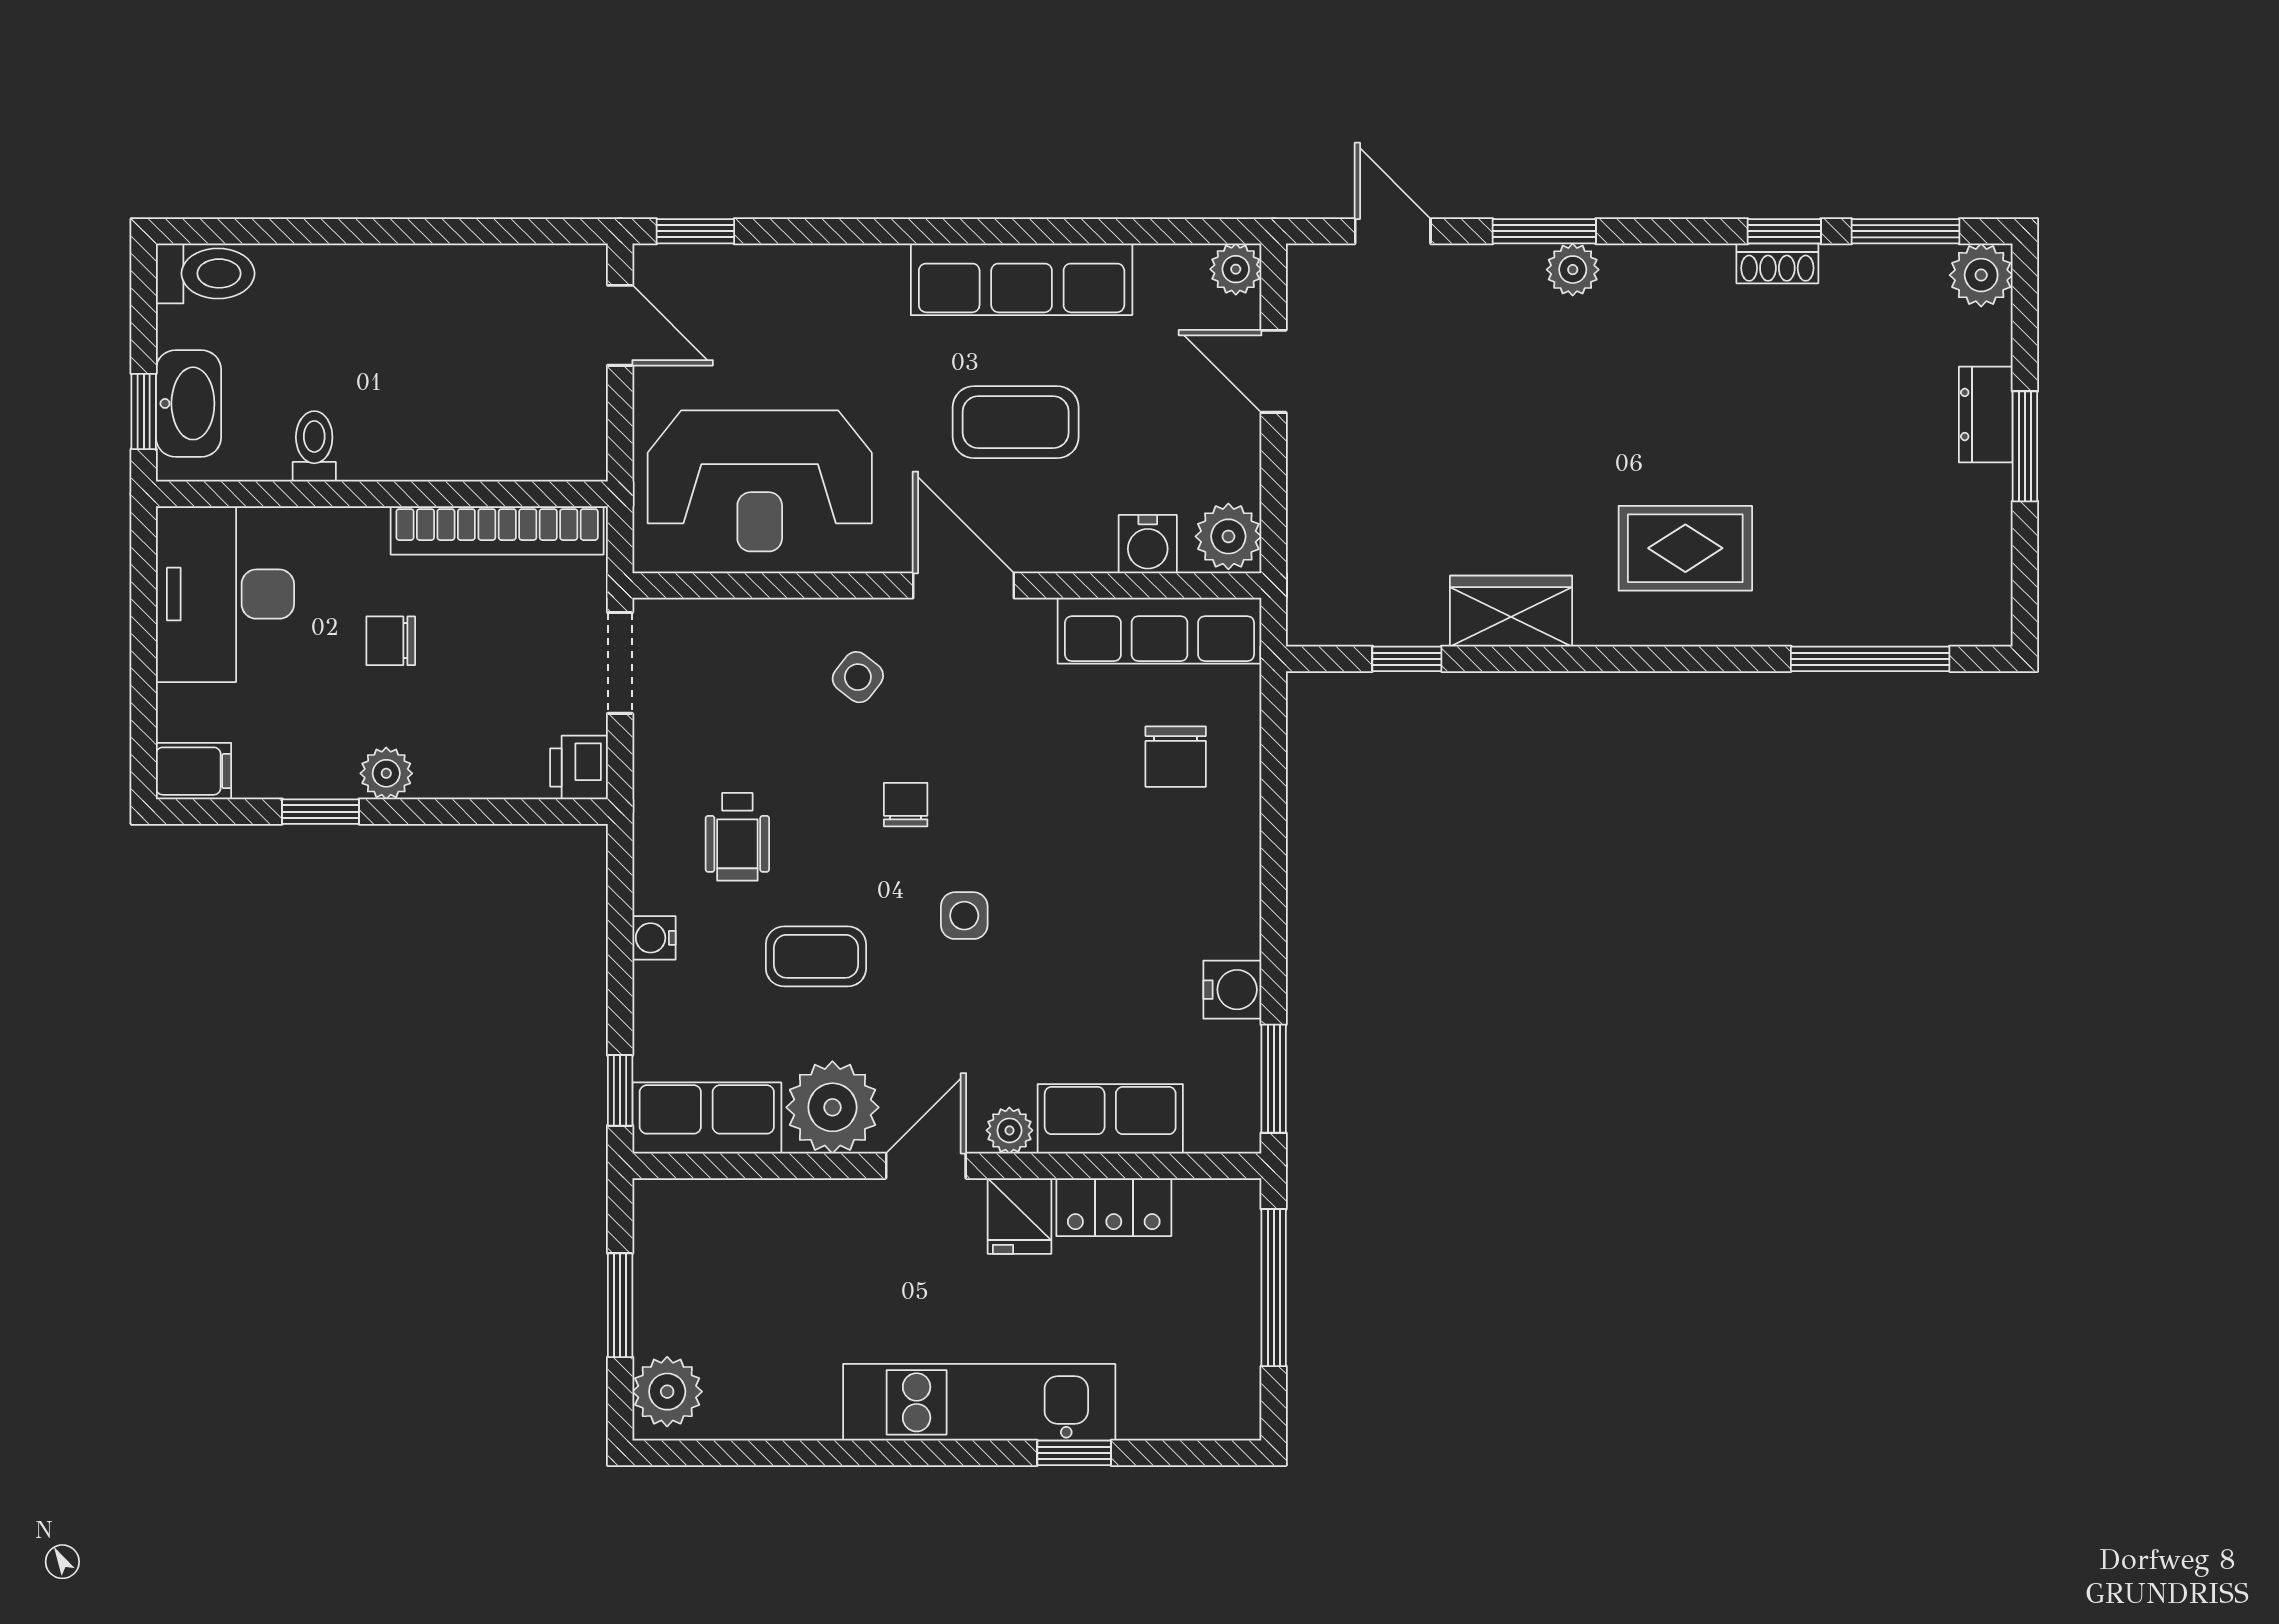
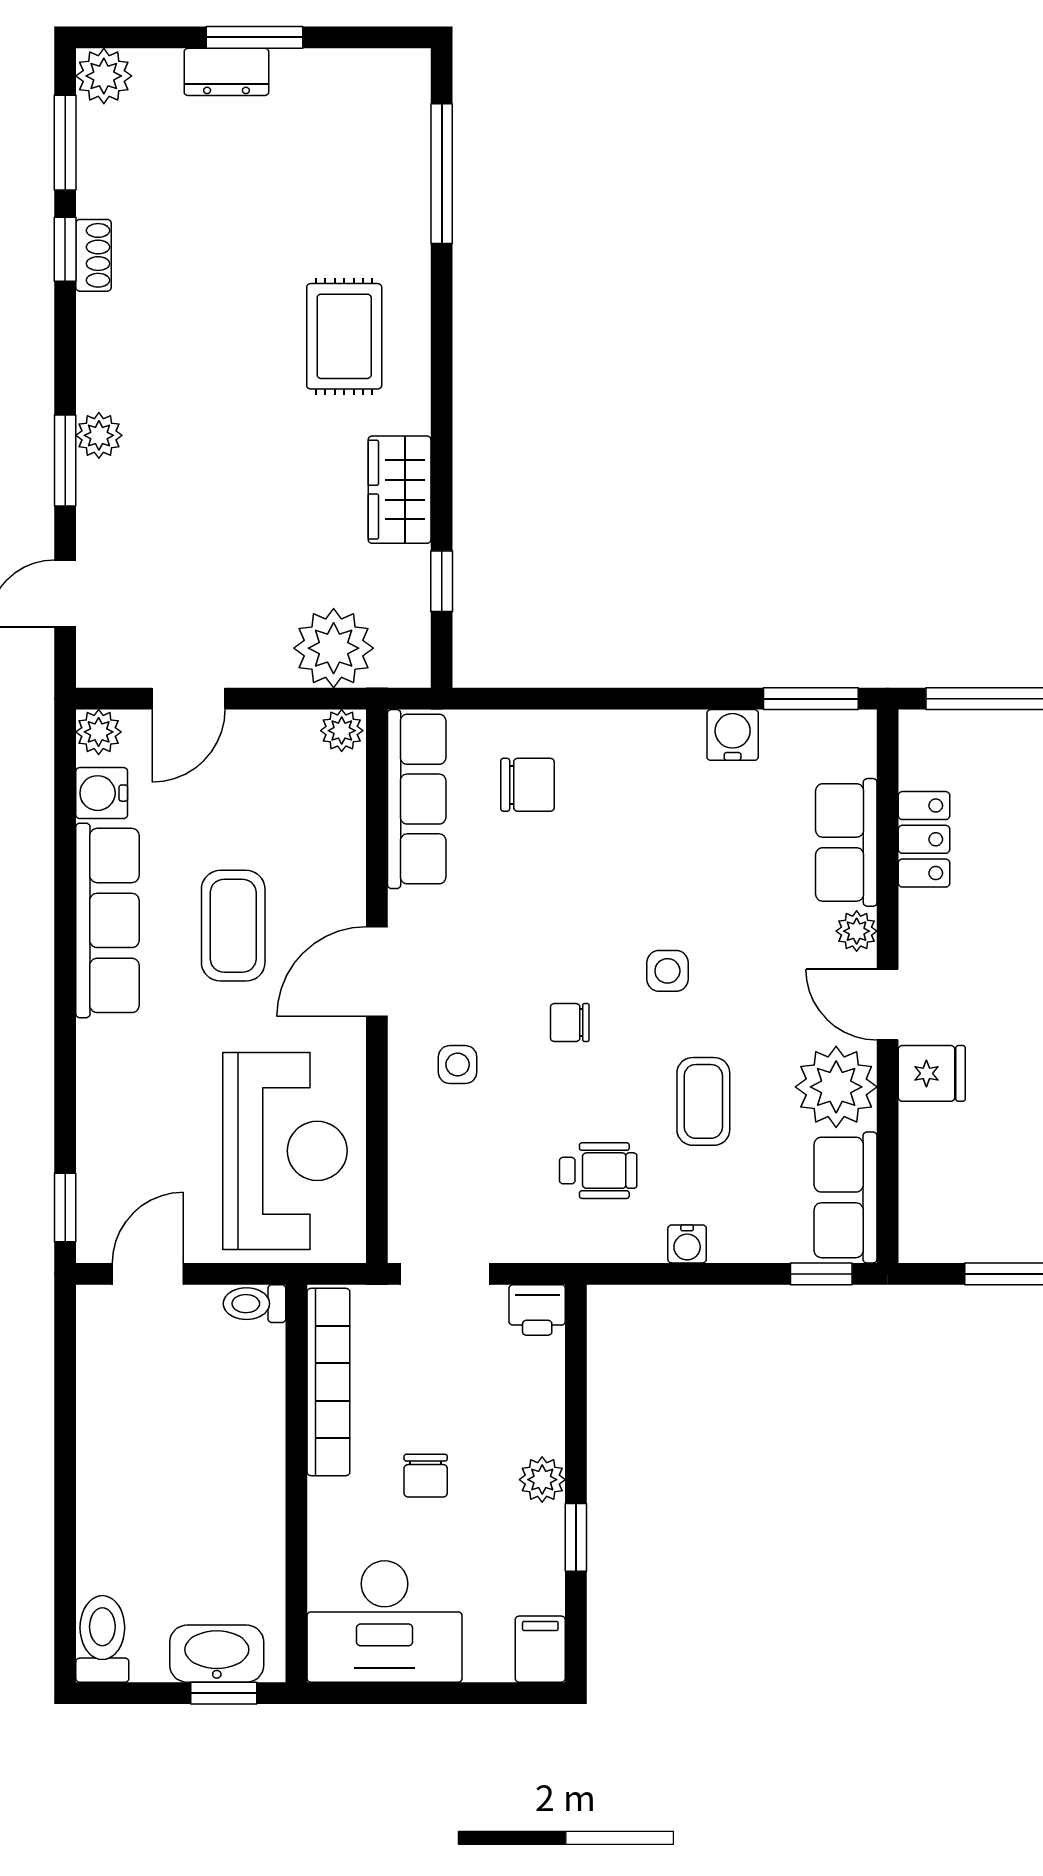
toilet: (314, 446) -> (255, 1304), moved
plant: (1228, 536) -> (342, 731), width x0.73, depth x0.73
plant: (1331, 536) -> (334, 648), added
water cooler: (1148, 544) -> (102, 793), moved, turned 180
side table: (858, 677) -> (458, 1065), turned -38
fridge: (1020, 1216) -> (932, 1073), moved

